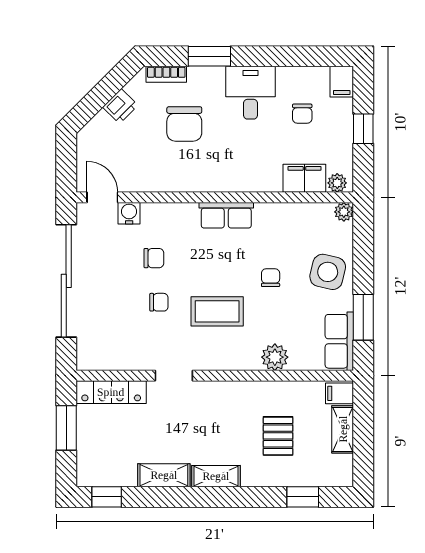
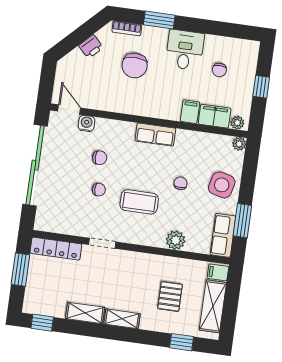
filing cabinet: (342, 82) -> (190, 112), moved, turned 180
shelving: (343, 429) -> (213, 306), width x1.50, depth x1.33

